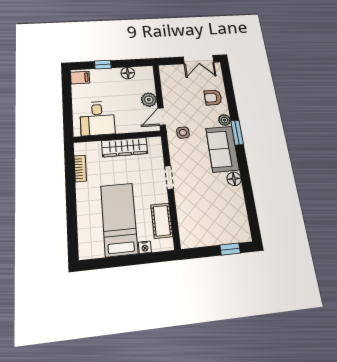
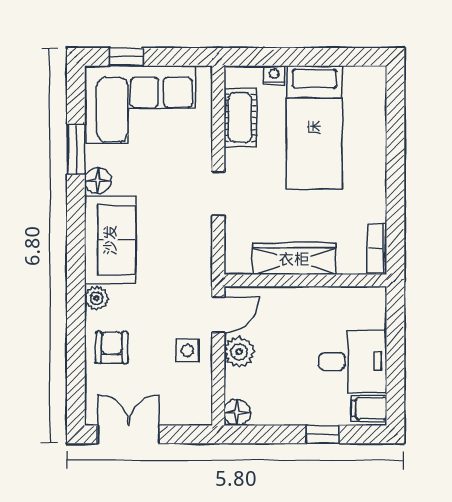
floor lamp: (128, 73) -> (237, 412), moved
armchair: (213, 98) -> (112, 347), turned -90
desk: (97, 118) -> (353, 361), moved, turned 90
side table: (183, 133) -> (187, 350), moved
window: (237, 133) -> (76, 149), moved
bookcase: (80, 168) -> (377, 249), moved
corner sofa: (218, 222) -> (141, 105), added

